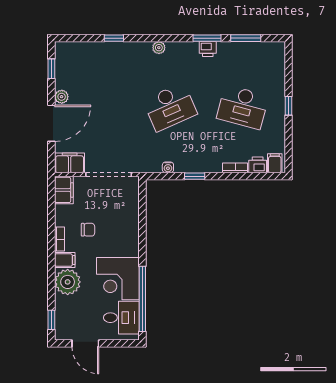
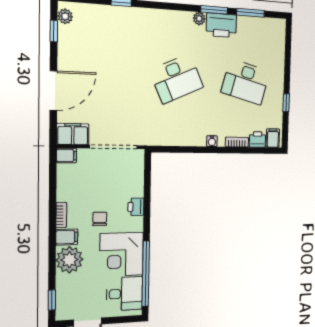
plant: (159, 48) -> (199, 19), moved
printer: (208, 49) -> (221, 25), width x1.87, depth x1.48
plant: (62, 97) -> (65, 16), moved
window: (289, 106) -> (286, 103), moved
water cooler: (168, 167) -> (212, 141), moved
window: (195, 176) -> (199, 150), removed
filing cabinet: (64, 190) -> (66, 156), width x0.50
chair: (88, 230) -> (100, 219), moved, turned -90
printer: (131, 232) -> (136, 207), added

